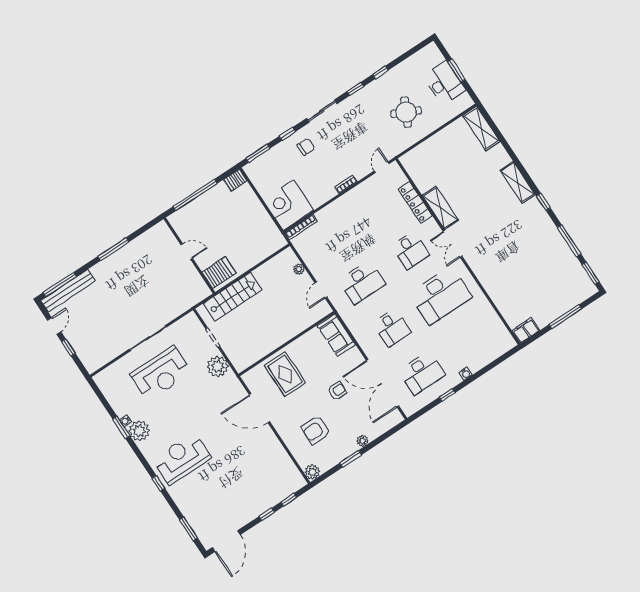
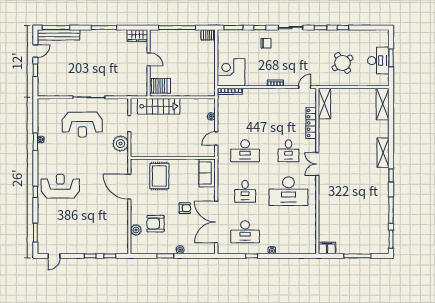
round table: (406, 112) -> (343, 63), turned 31
shelving: (440, 208) -> (324, 104), moved
wardrobe: (157, 233) -> (137, 36), added
plant: (139, 431) -> (45, 151), removed
plant: (312, 472) -> (136, 230), moved
door: (226, 541) -> (54, 256), width x0.53

